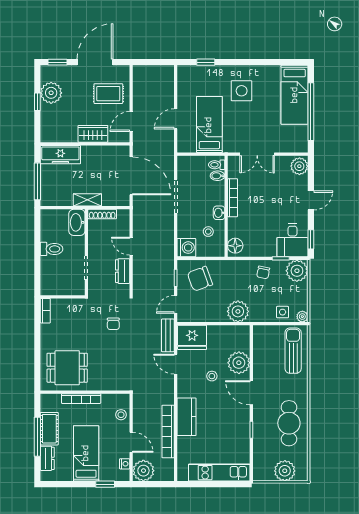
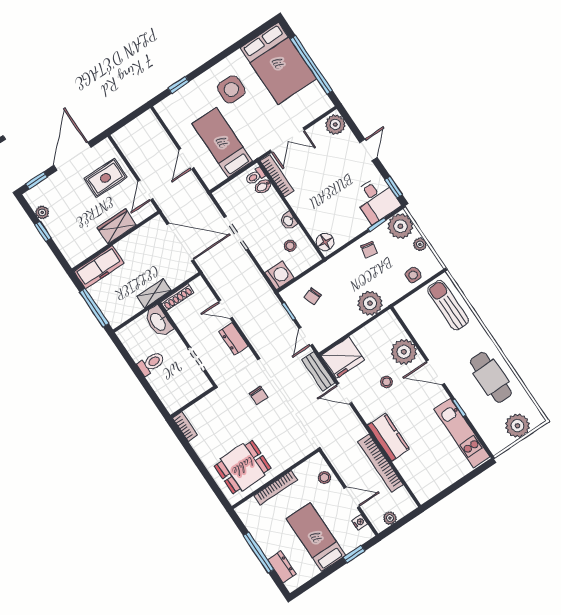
plant: (51, 93) -> (42, 212), width x0.53, depth x0.53
bed: (295, 95) -> (278, 63), width x1.50
bookcase: (233, 198) -> (277, 176), moved
chair: (200, 279) -> (313, 296), width x0.54, depth x0.54
plant: (302, 317) -> (420, 244), moved
cot: (49, 429) -> (265, 537), removed
plant: (143, 471) -> (390, 518), width x0.53, depth x0.53
kitchen unit: (219, 473) -> (462, 433), moved, turned -90

